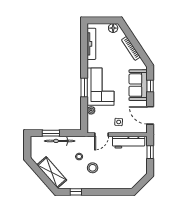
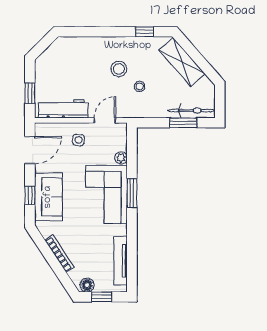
window: (104, 20) -> (101, 297), added
door: (150, 115) -> (30, 150), hinge flipped
bicycle: (60, 141) -> (191, 111), moved

